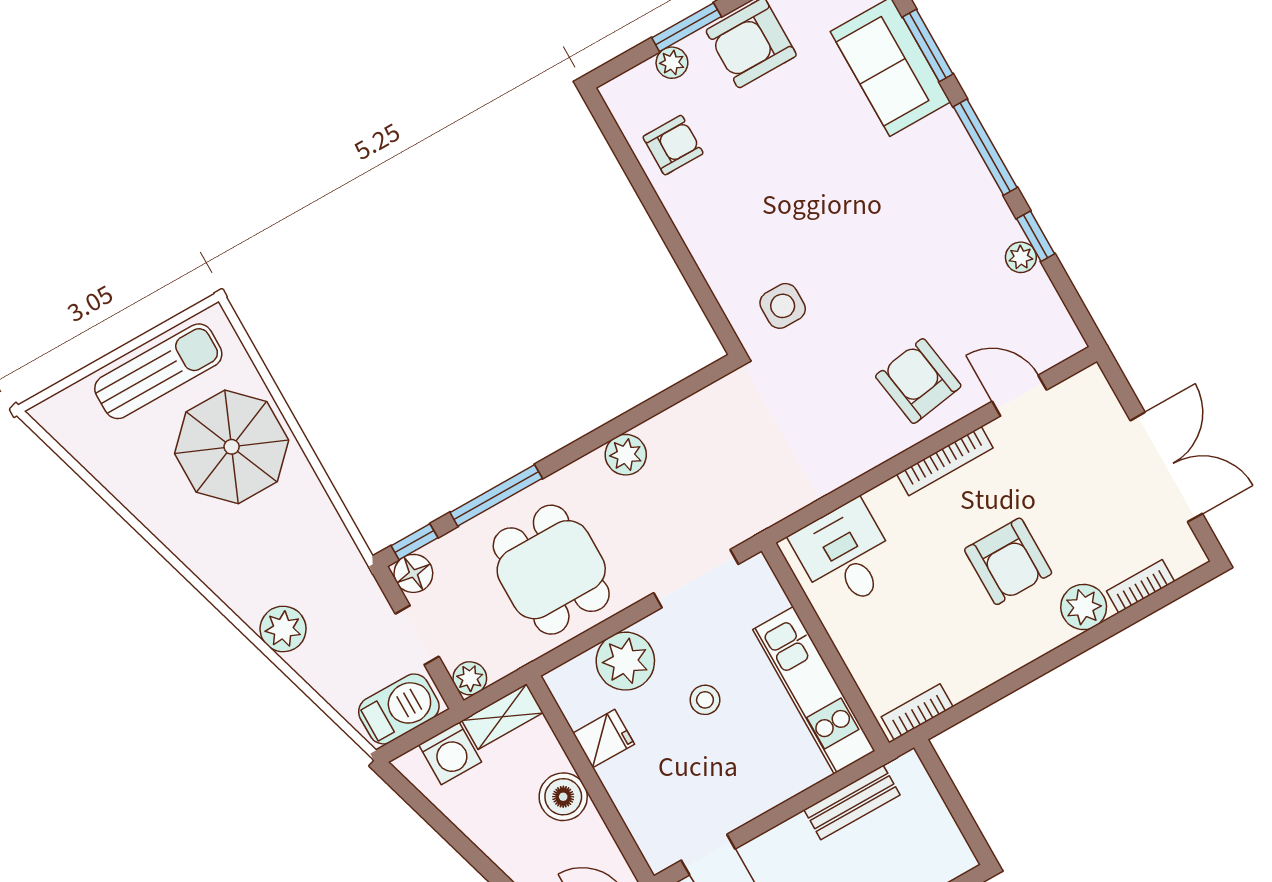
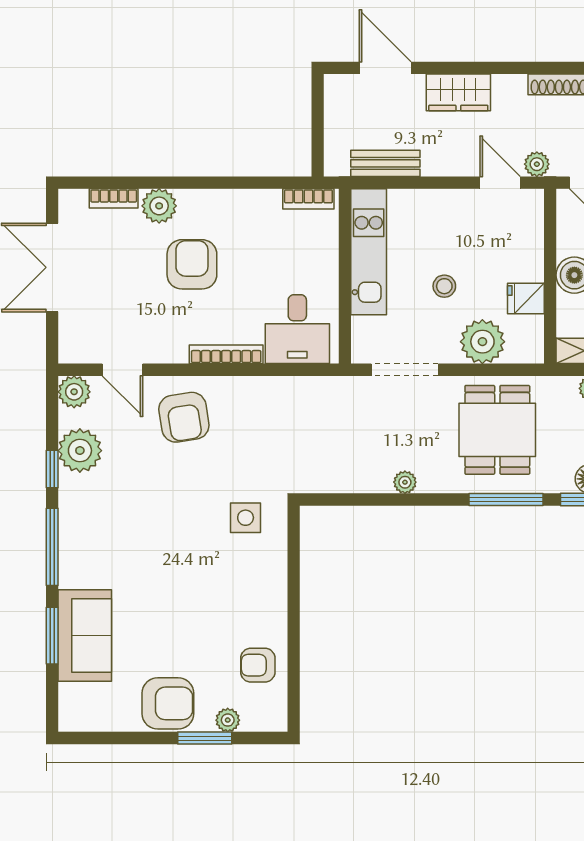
plant: (1021, 257) -> (80, 451), width x1.88, depth x1.88
plant: (1060, 339) -> (74, 392), added
plant: (626, 455) -> (405, 482), width x0.73, depth x0.73
bookcase: (945, 461) -> (226, 354), moved

